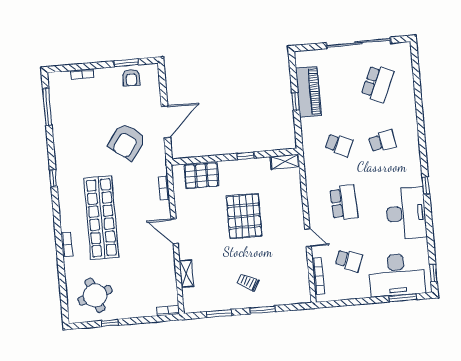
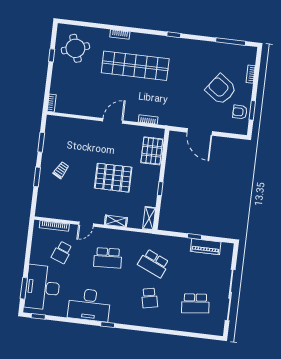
school desk: (377, 83) -> (195, 303), turned -30
piano: (308, 92) -> (206, 247), width x0.73, depth x0.75
armchair: (127, 142) -> (221, 89), moved
school desk: (339, 145) -> (154, 263), width x1.85
shelving: (186, 274) -> (116, 221), moved

